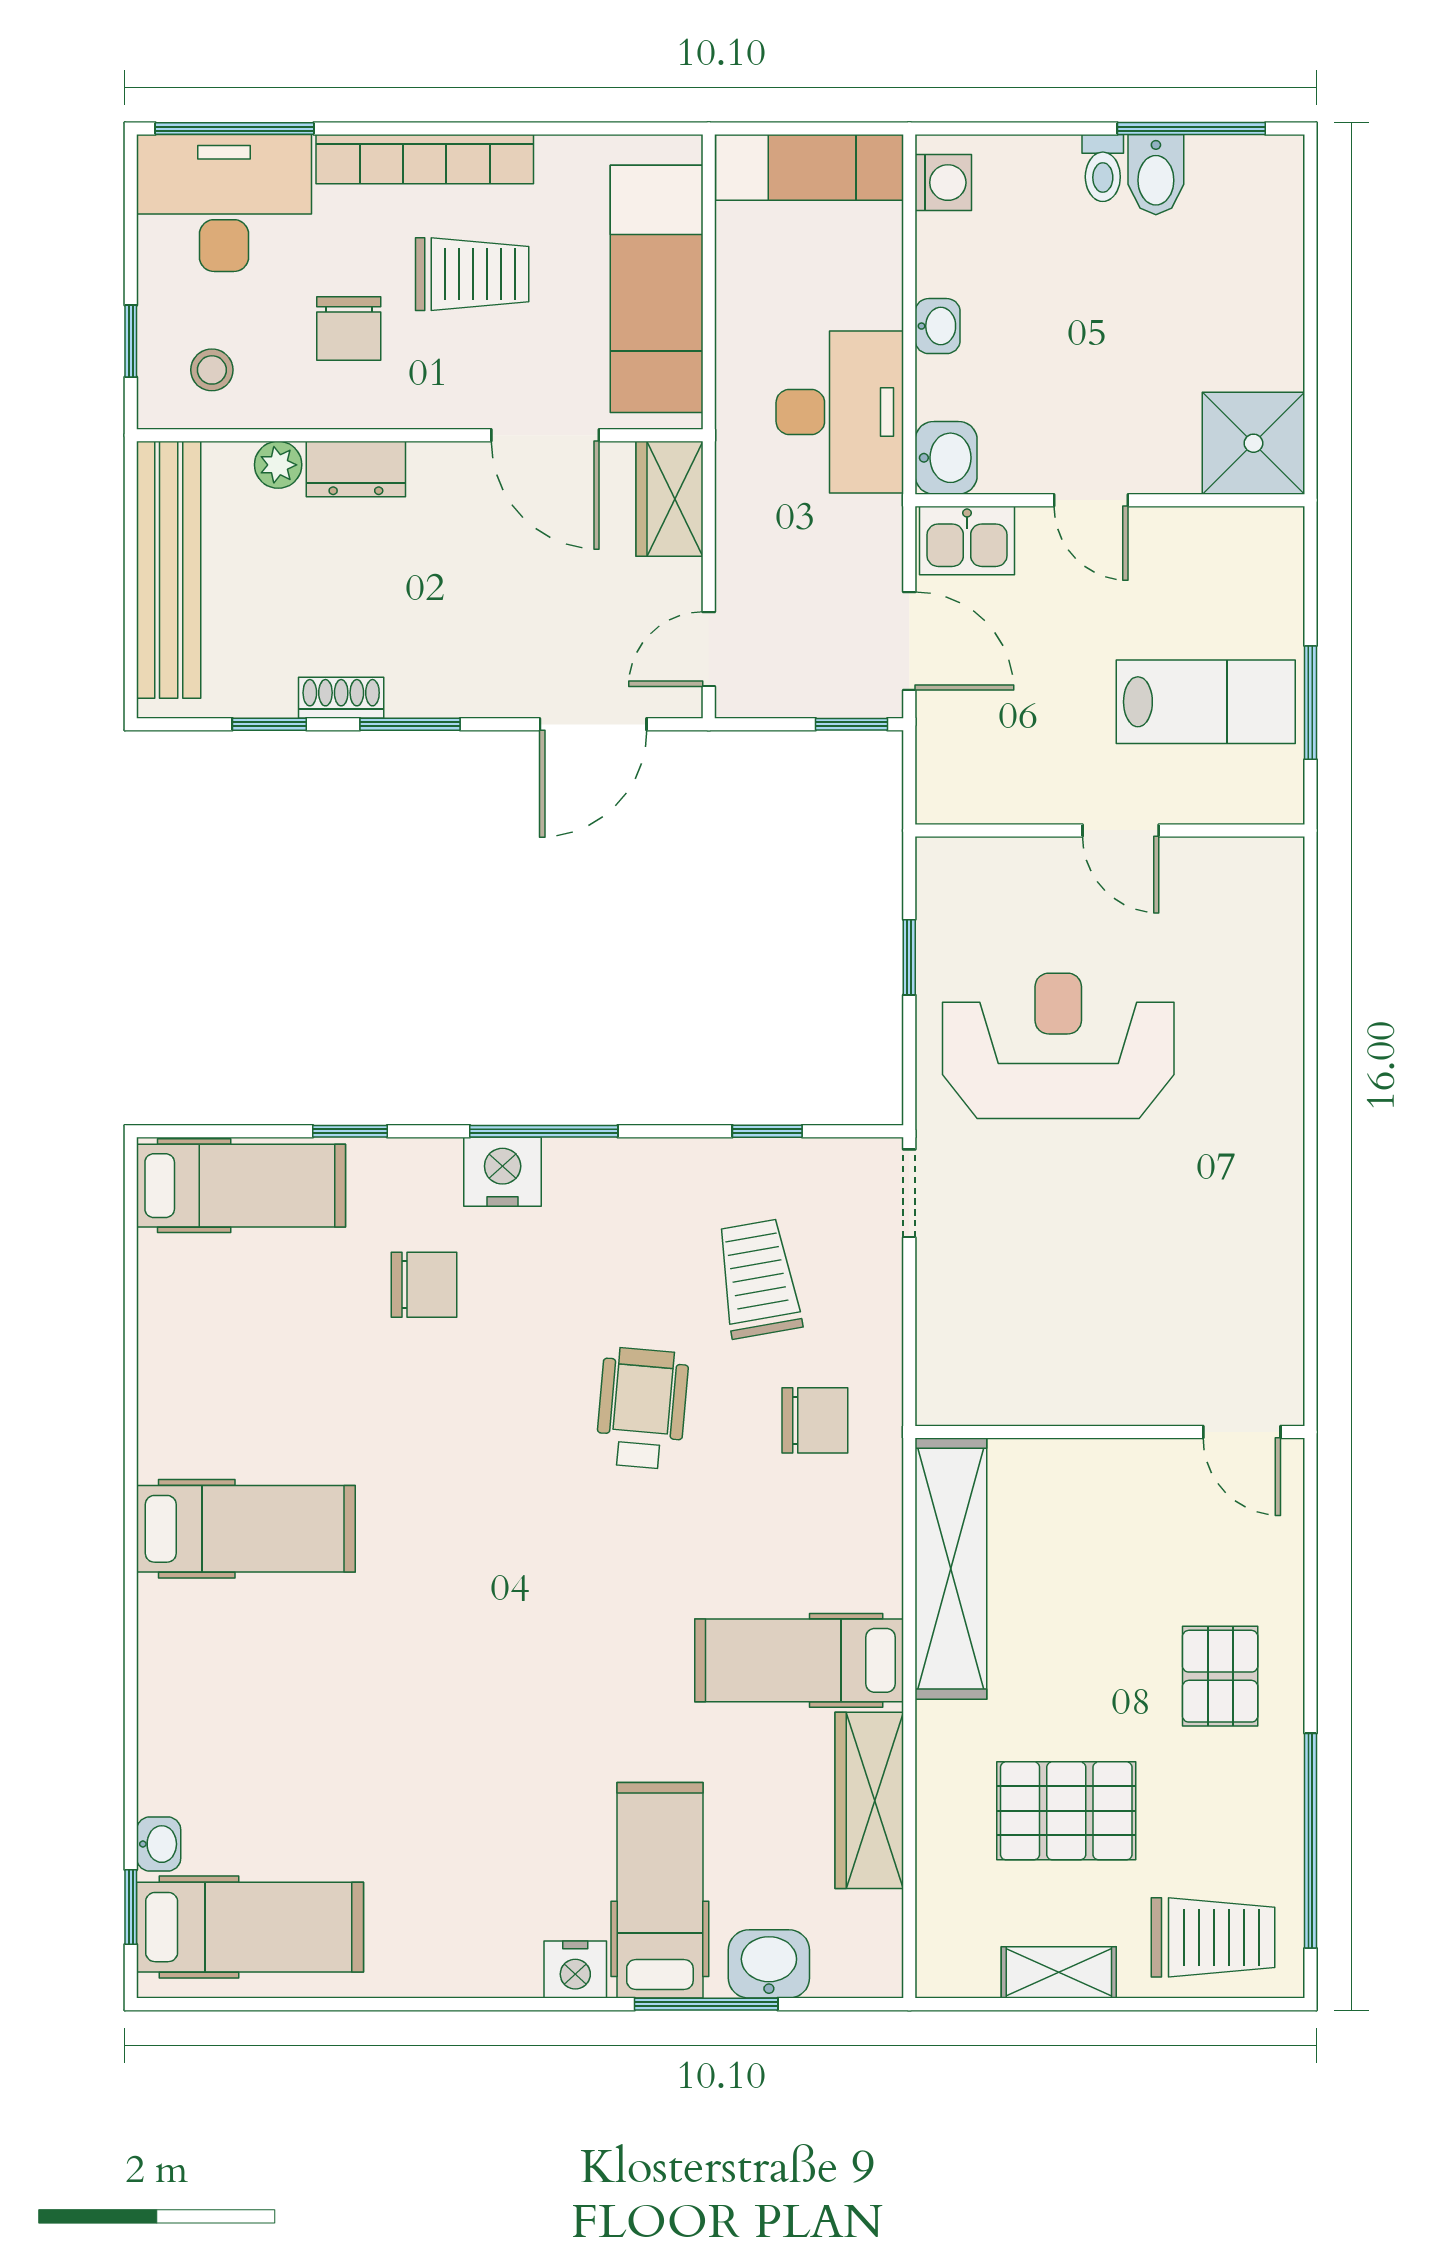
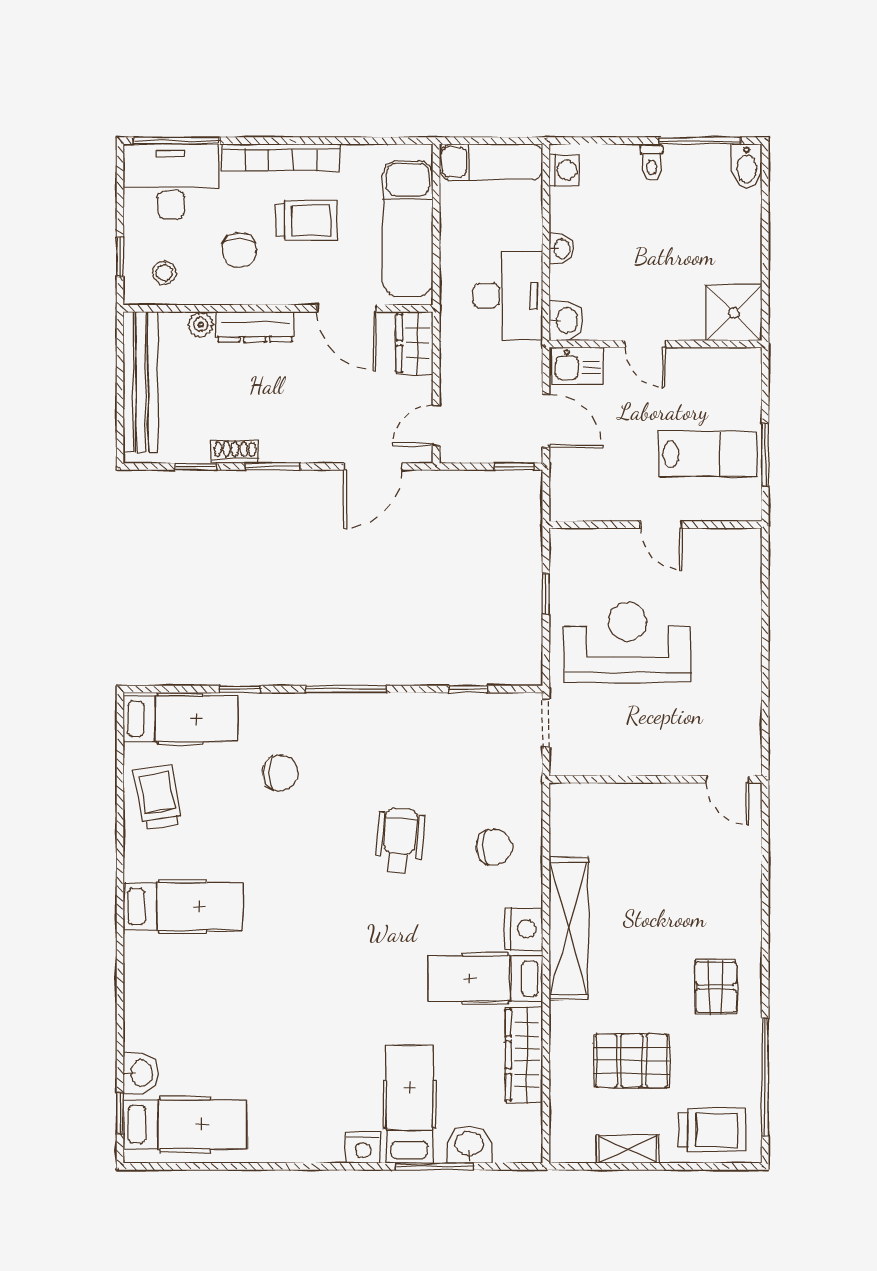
bidet: (1156, 175) -> (747, 166), moved
dresser: (356, 469) -> (255, 327), width x1.44
nightstand: (503, 1172) -> (524, 929), moved, turned 90
trolley: (758, 1279) -> (158, 797), moved
wall: (1110, 1432) -> (655, 779), moved
door: (1242, 1432) -> (728, 779), moved
washbasin: (159, 1844) -> (141, 1073), width x1.38, depth x1.45

